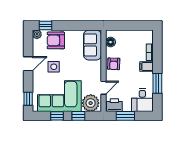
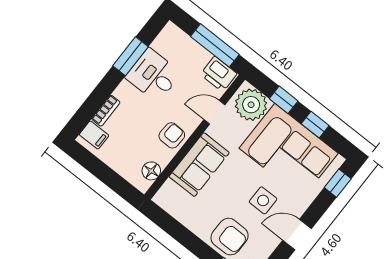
sofa: (93, 45) -> (199, 165), moved
filing cabinet: (146, 66) -> (94, 135), moved
desk: (142, 100) -> (153, 75), moved, turned -90
window: (125, 116) -> (215, 45), width x1.44

